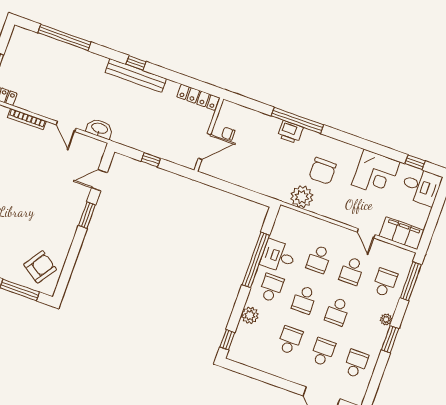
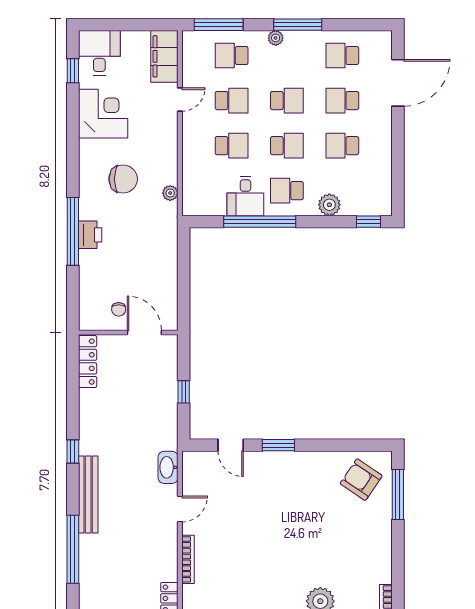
bench: (136, 76) -> (88, 494), moved
plant: (302, 197) -> (170, 193), width x0.53, depth x0.53
window: (390, 339) -> (298, 25), width x1.44

